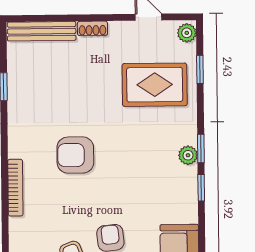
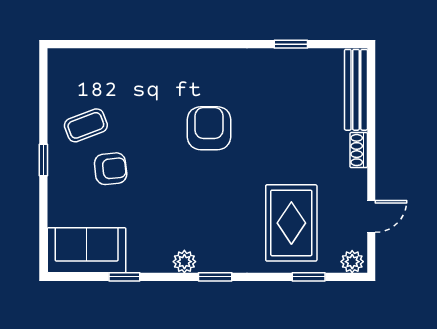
plant: (188, 155) -> (184, 262), moved
bookcase: (15, 188) -> (171, 57), removed
window: (201, 188) -> (124, 277), moved

